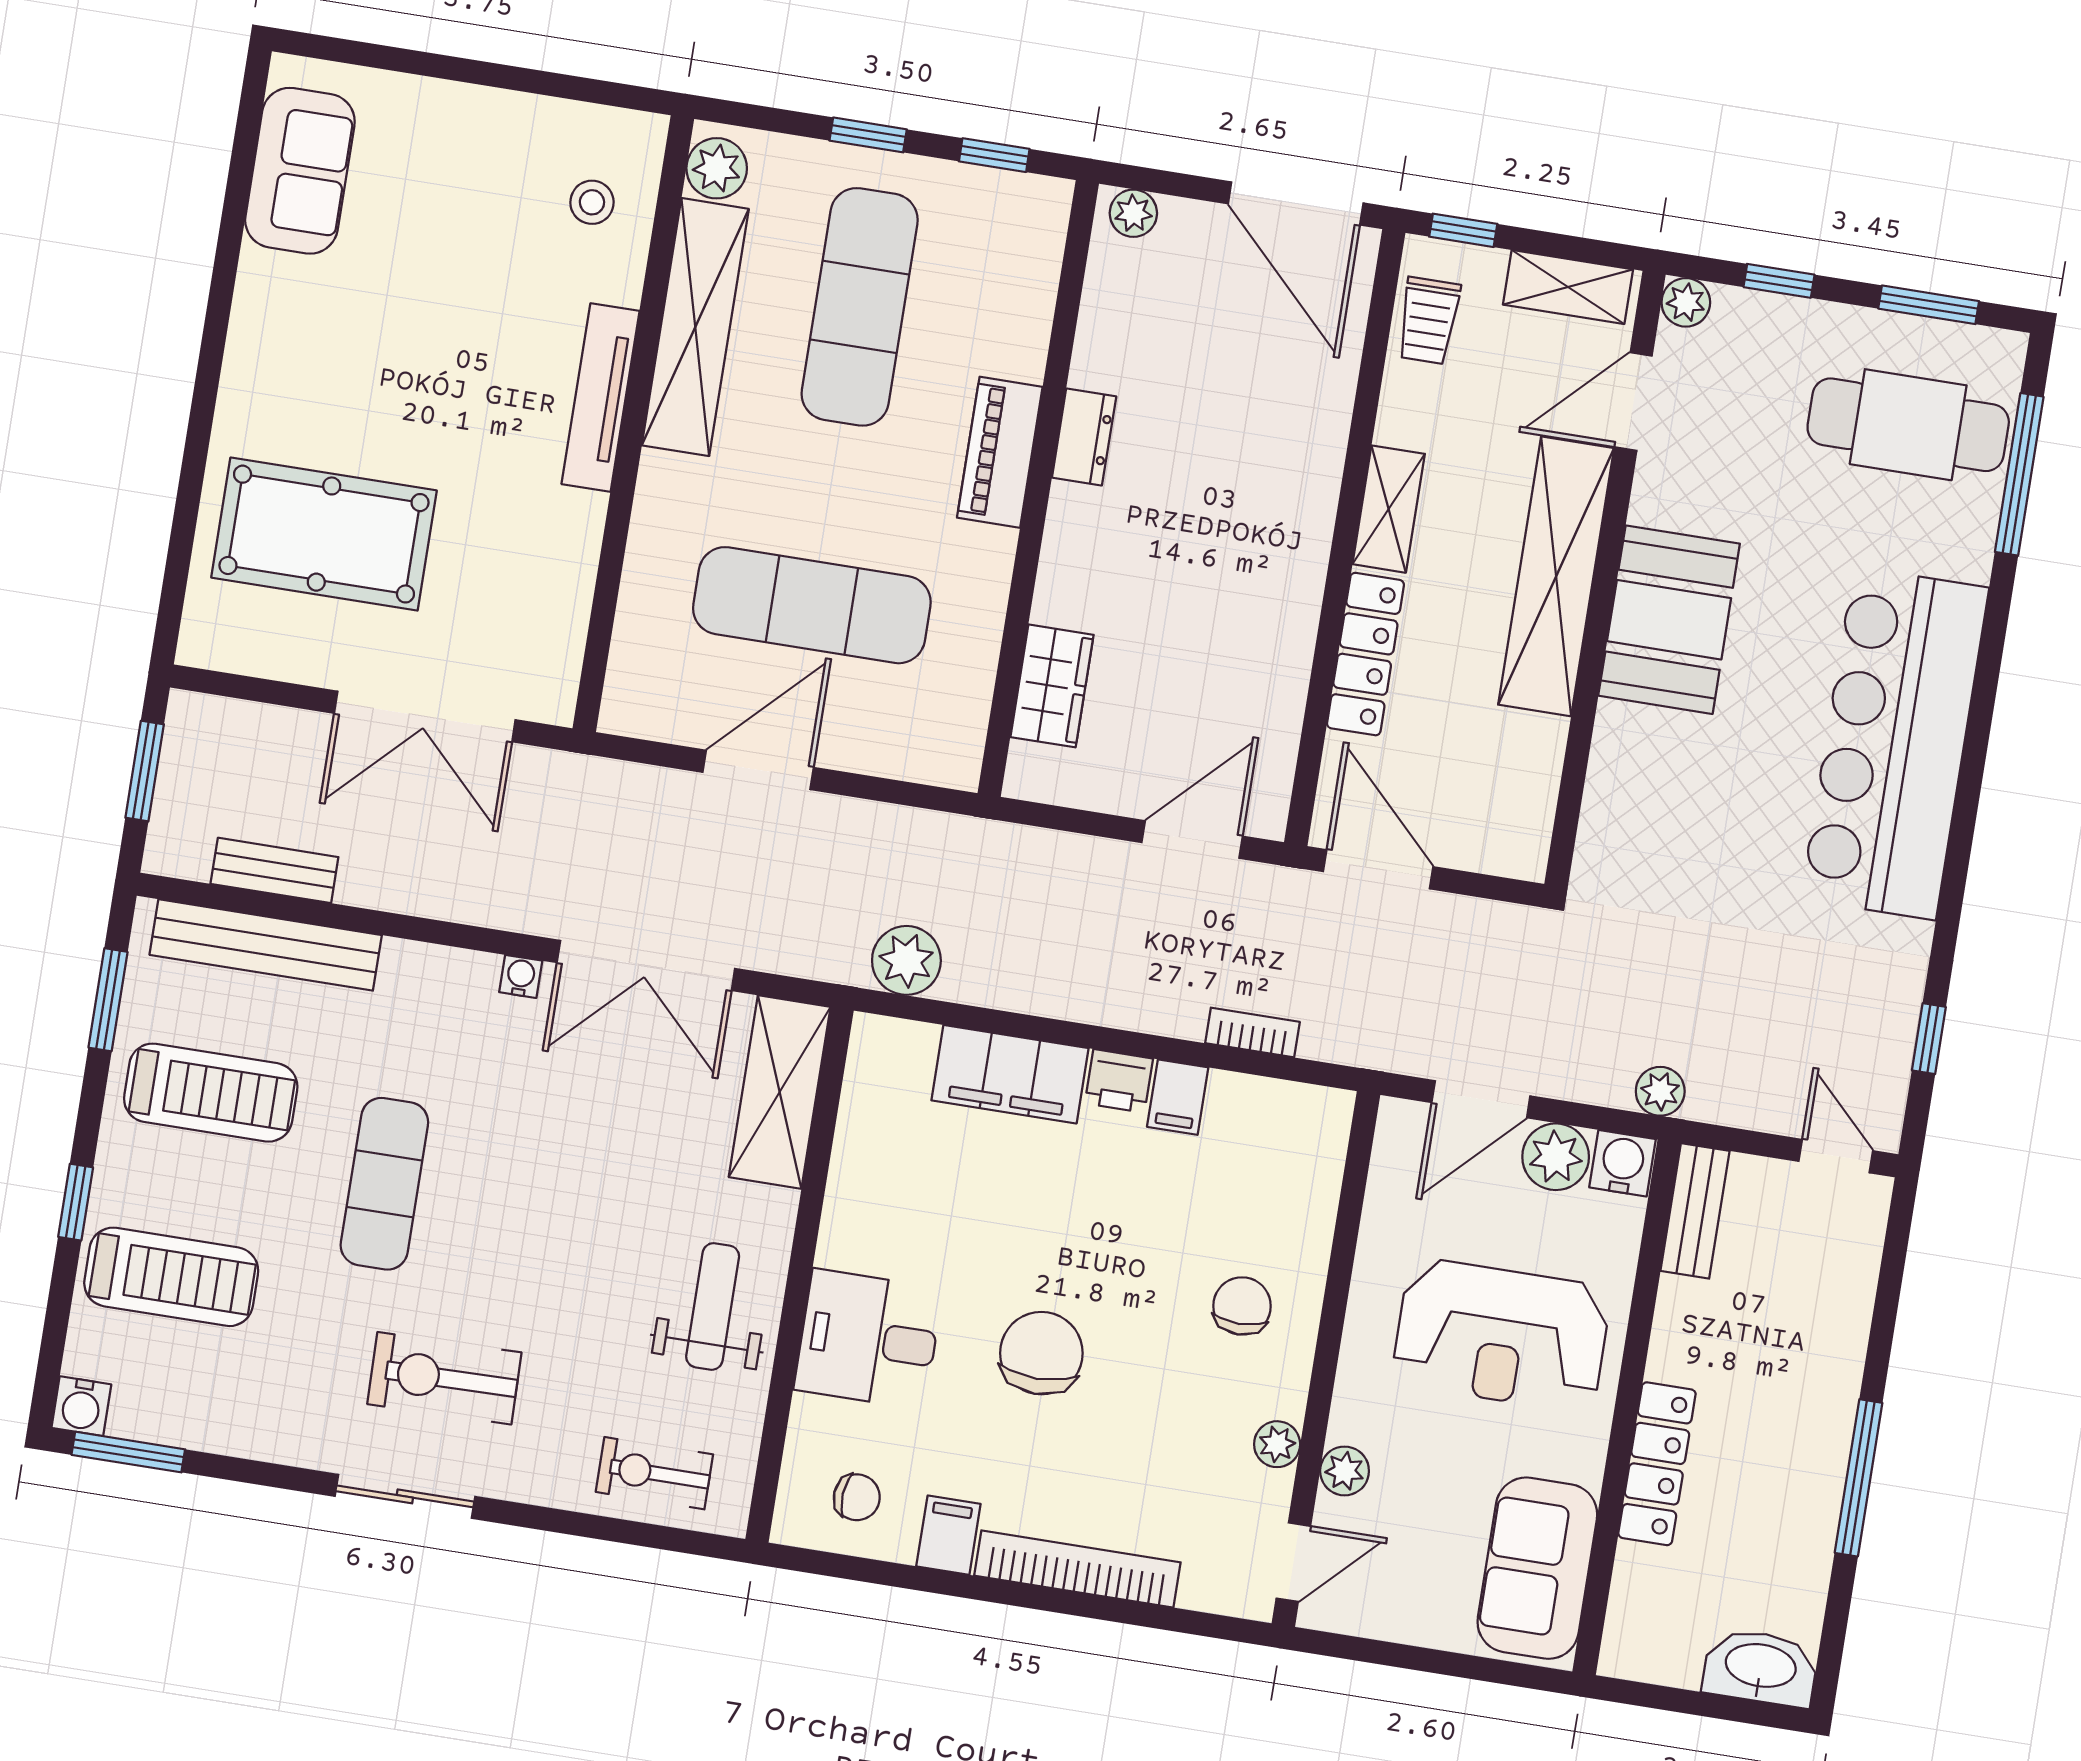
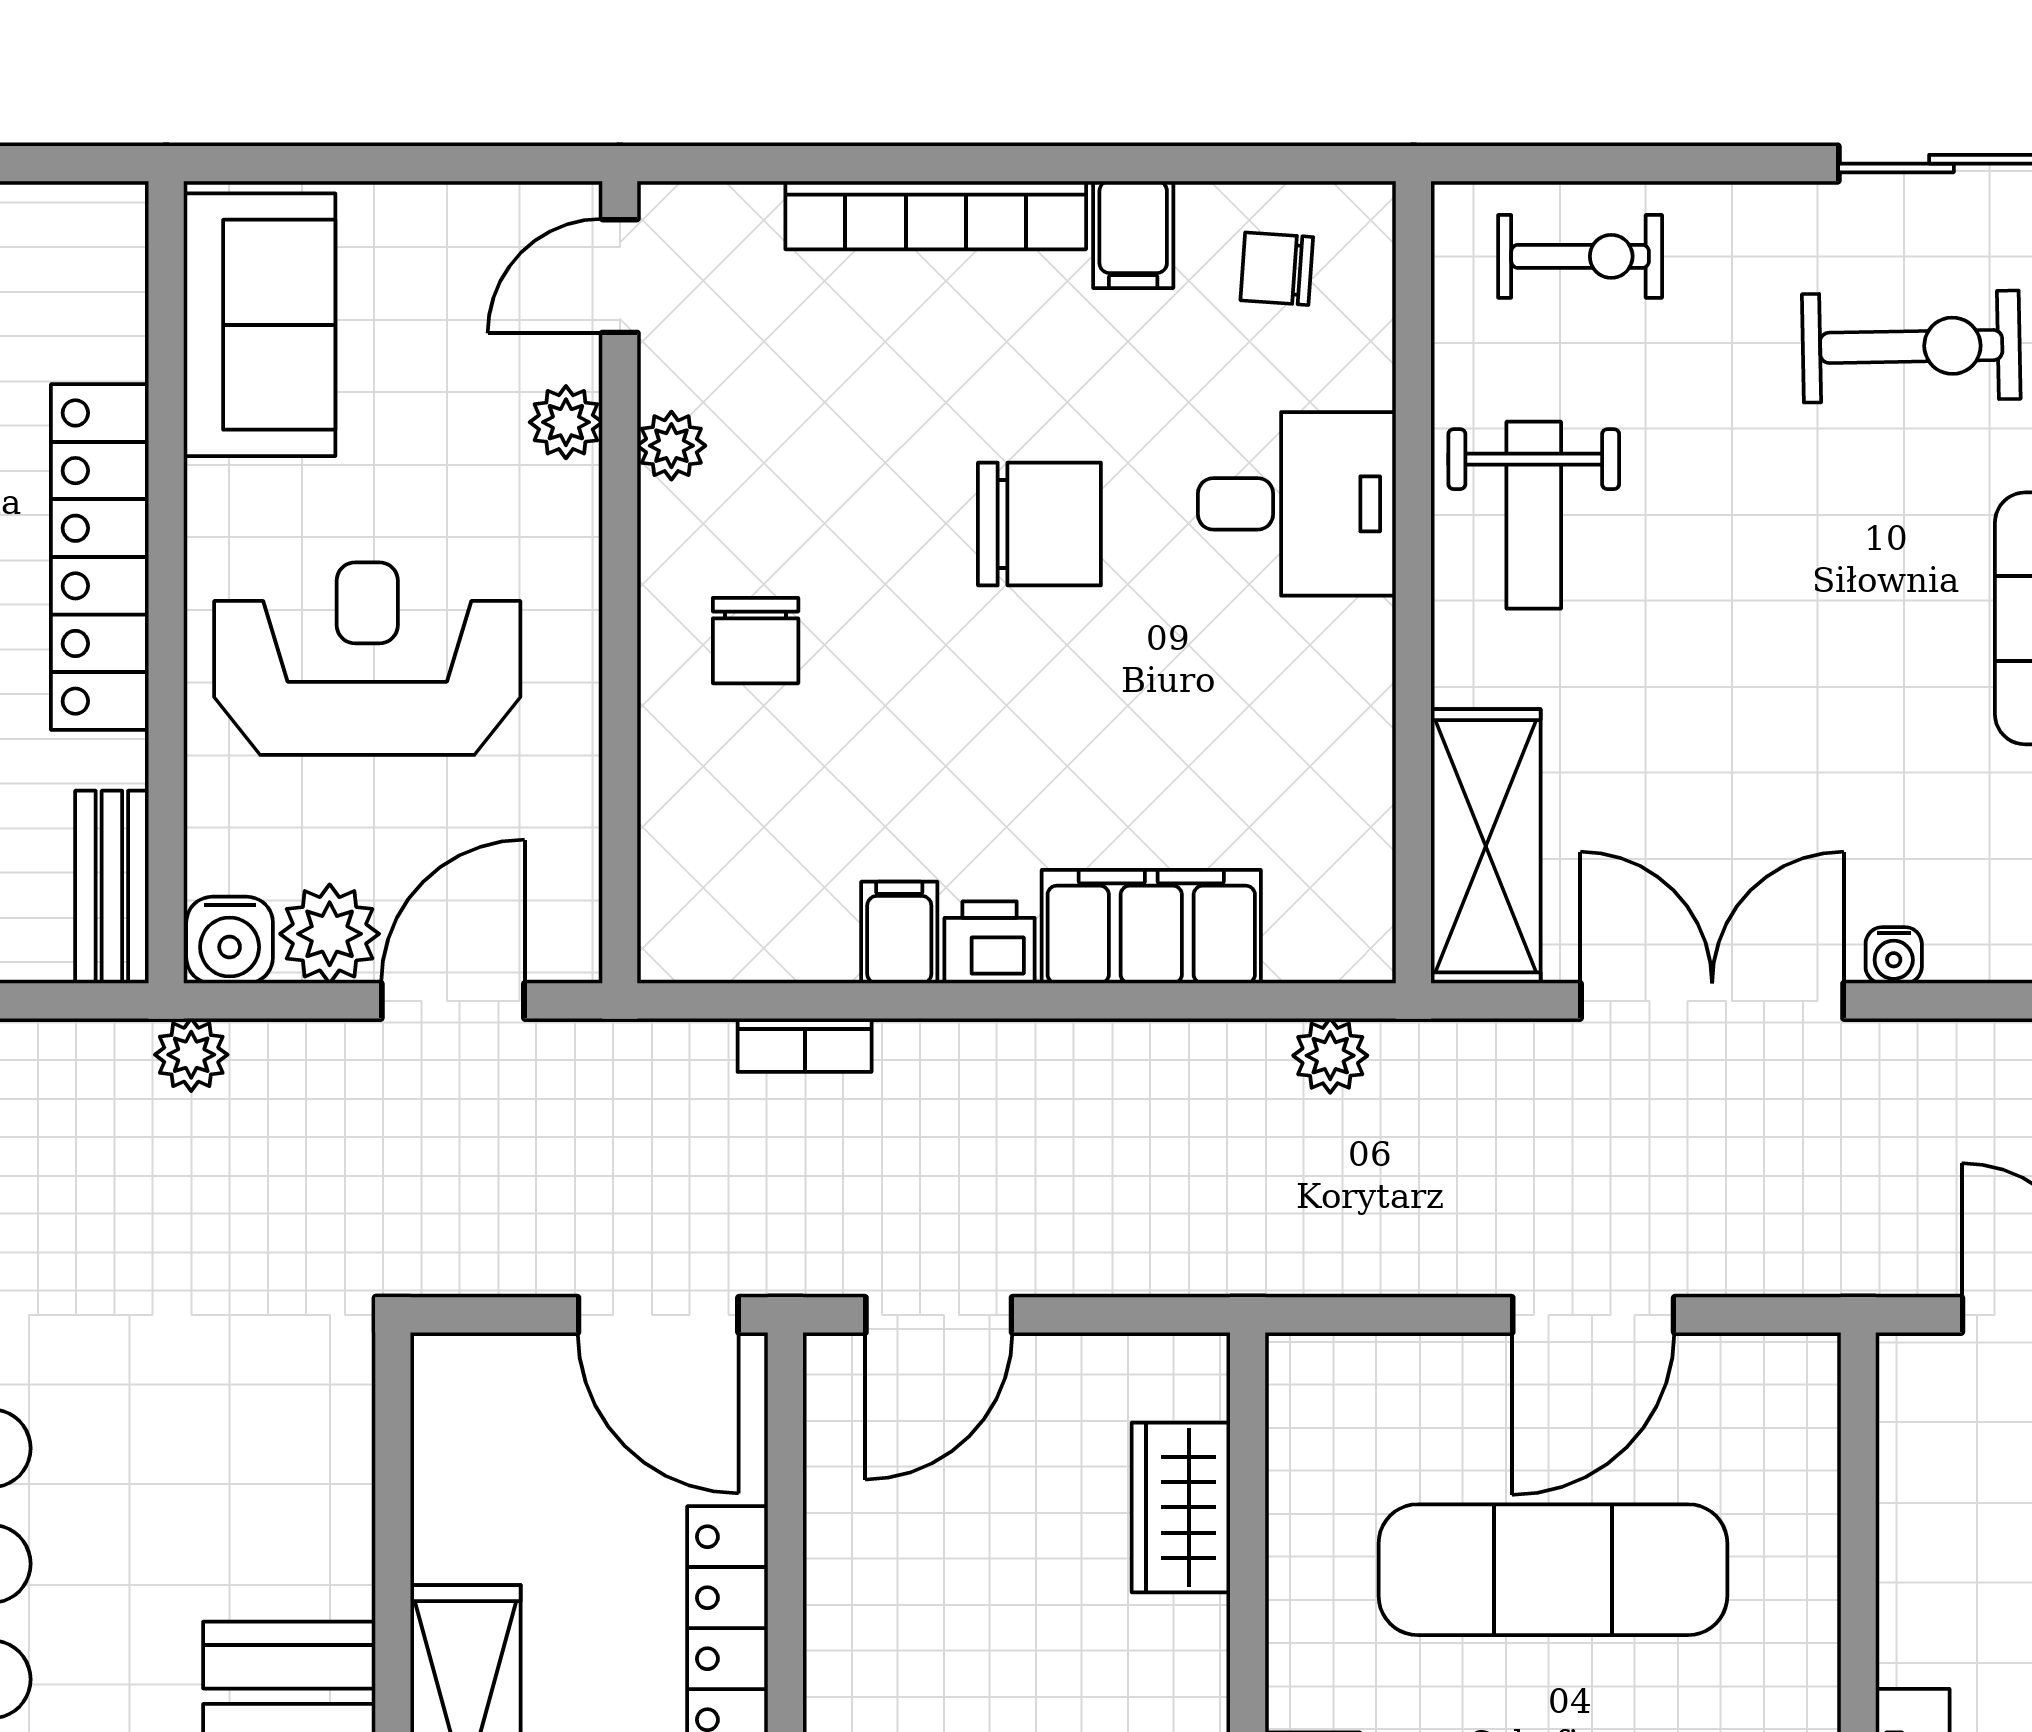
plant: (906, 960) -> (1330, 1056), width x0.73, depth x0.73
chair: (1041, 1353) -> (1039, 524), turned -90
locker: (1657, 1464) -> (100, 557), width x1.41, depth x1.21

